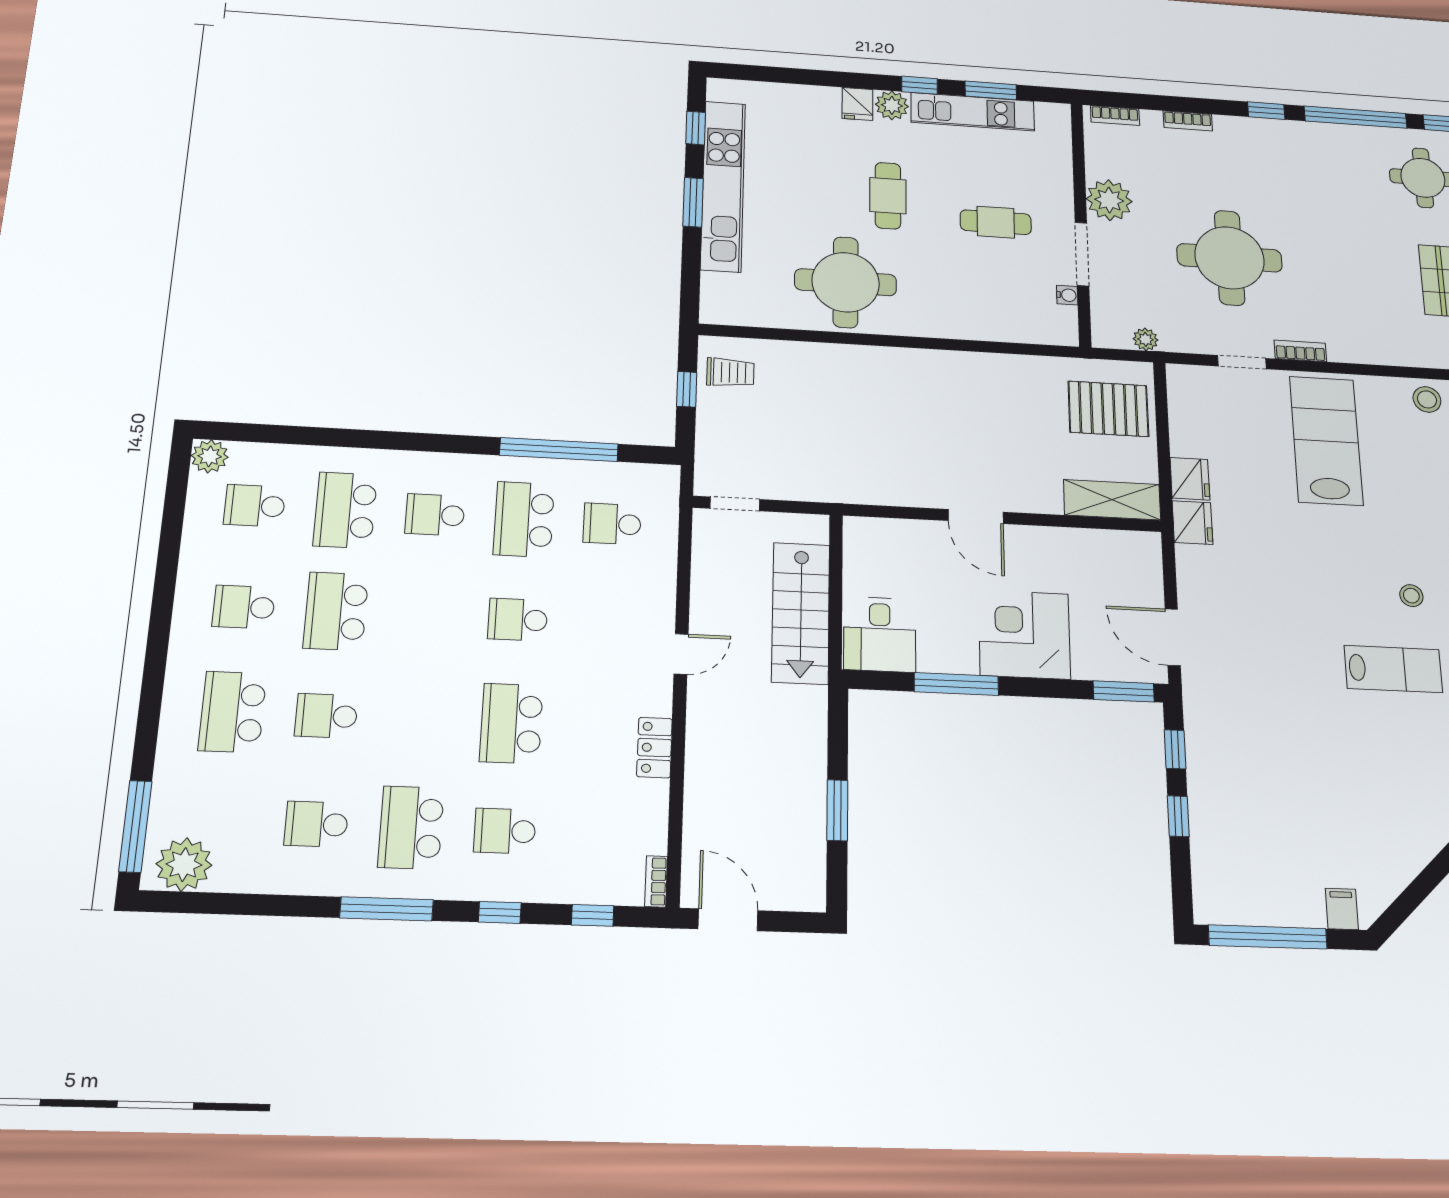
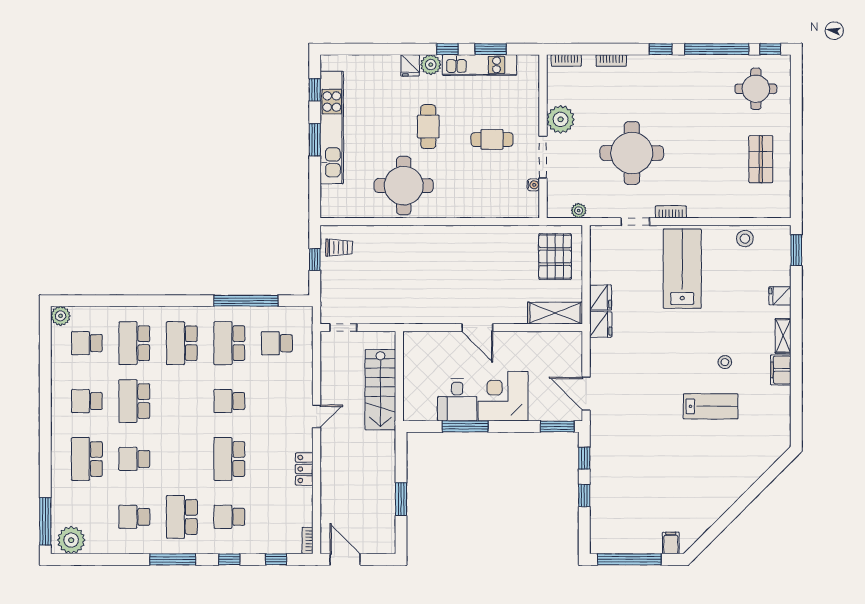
pallet: (1108, 409) -> (555, 257), turned 90
school desk: (435, 515) -> (182, 343), width x1.85
desk: (880, 634) -> (457, 400), moved

